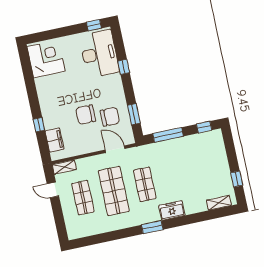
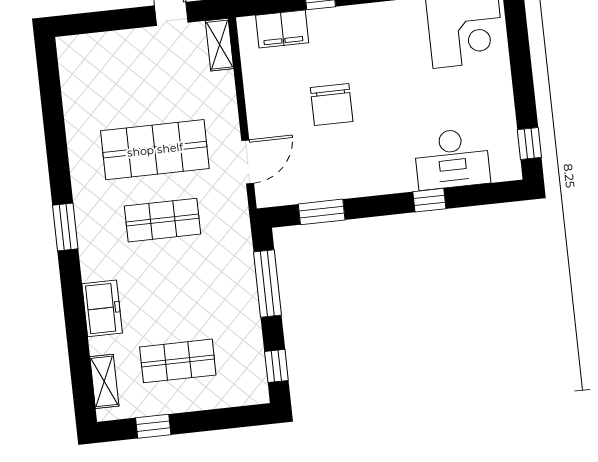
desk: (99, 54) -> (452, 159), width x0.73, depth x0.77
chair: (86, 115) -> (332, 104), turned 180
chair: (110, 117) -> (321, 158), removed
shop shelf: (83, 198) -> (178, 361), moved
freezer: (172, 210) -> (102, 308), moved

